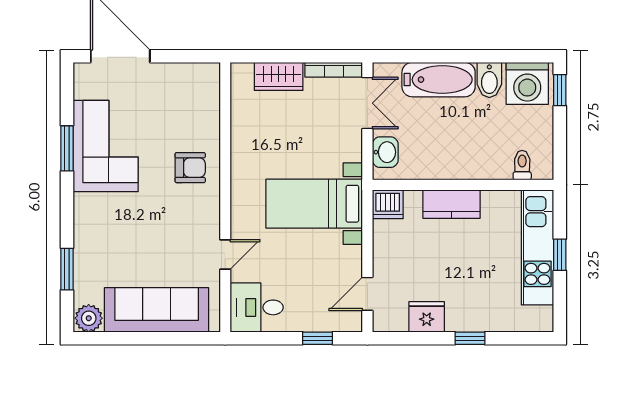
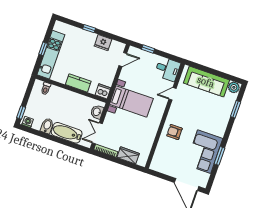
washing machine: (527, 83) -> (28, 122), width x0.53, depth x0.53

